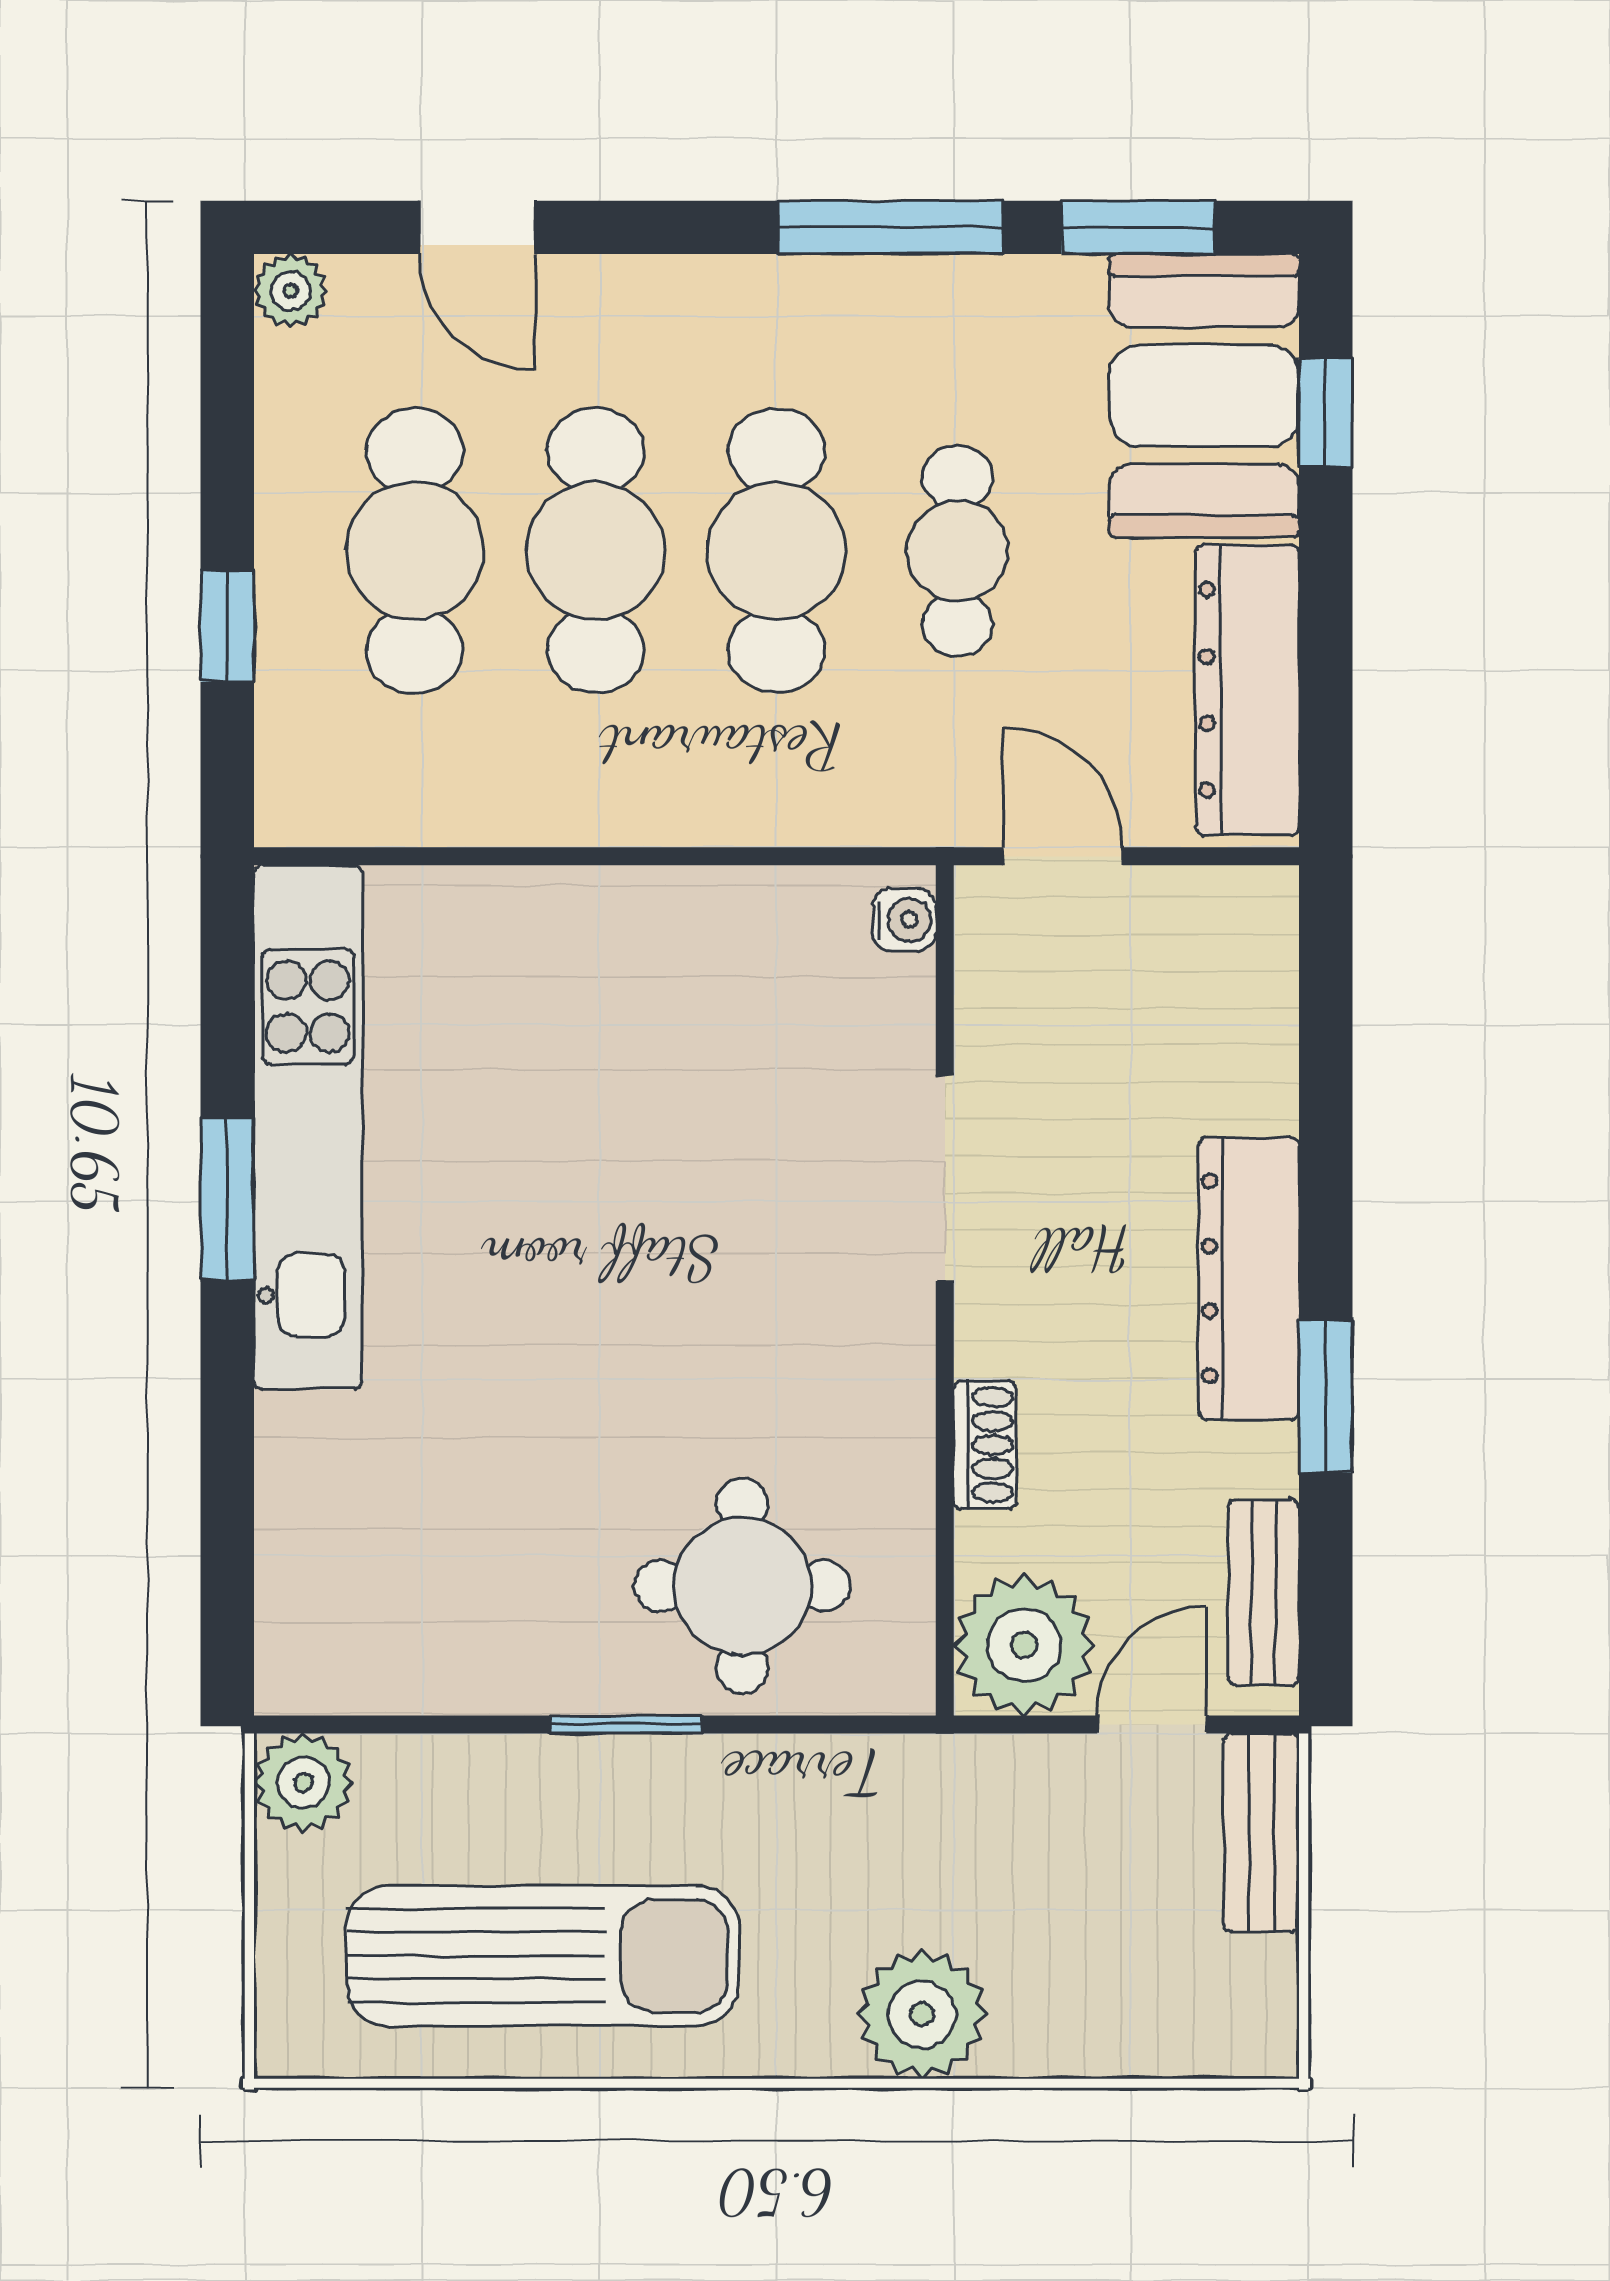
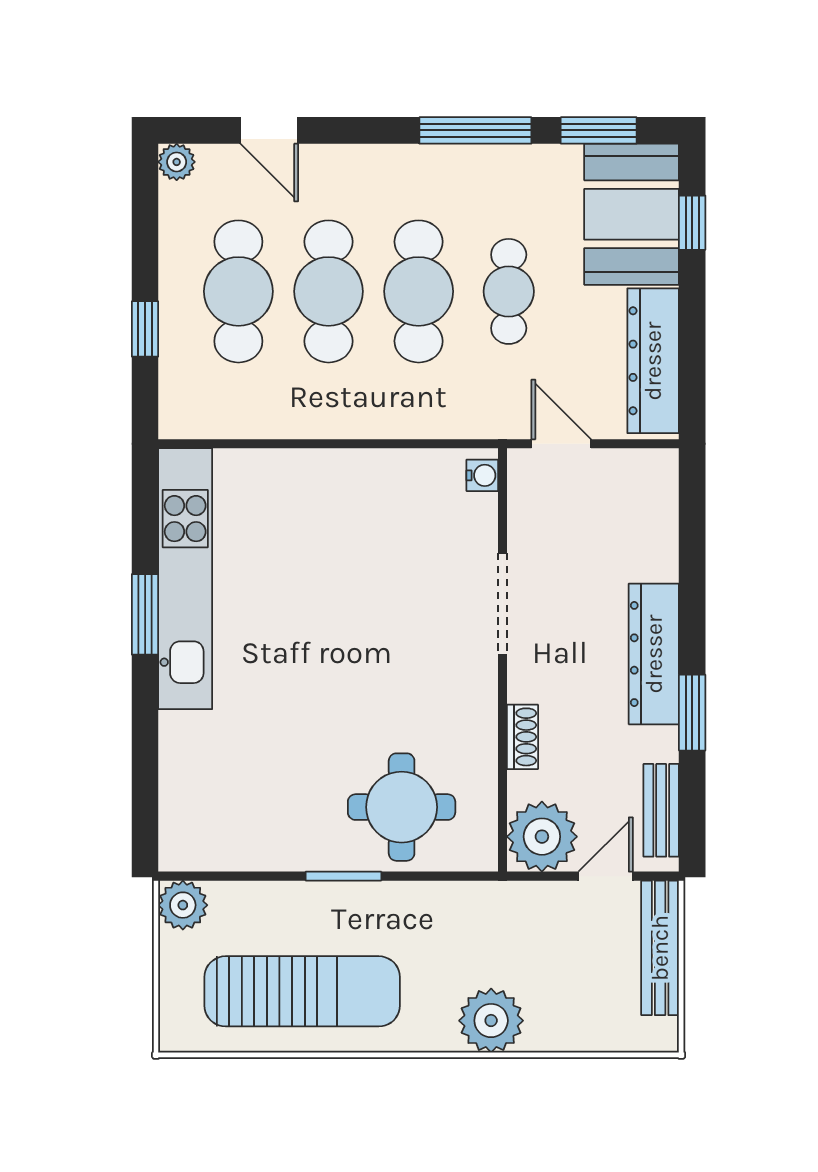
bench: (1261, 1832) -> (660, 948), width x1.36

